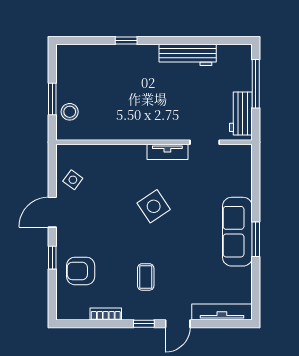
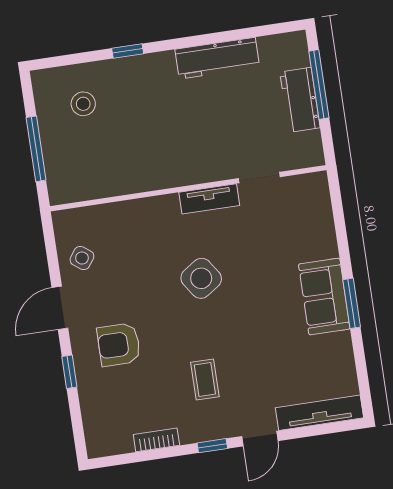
window: (52, 99) -> (36, 149), width x1.44
stool: (70, 112) -> (83, 104), moved
workbench: (241, 114) -> (300, 100), moved
sofa: (237, 232) -> (324, 296), width x0.73
armchair: (81, 271) -> (119, 345), moved

